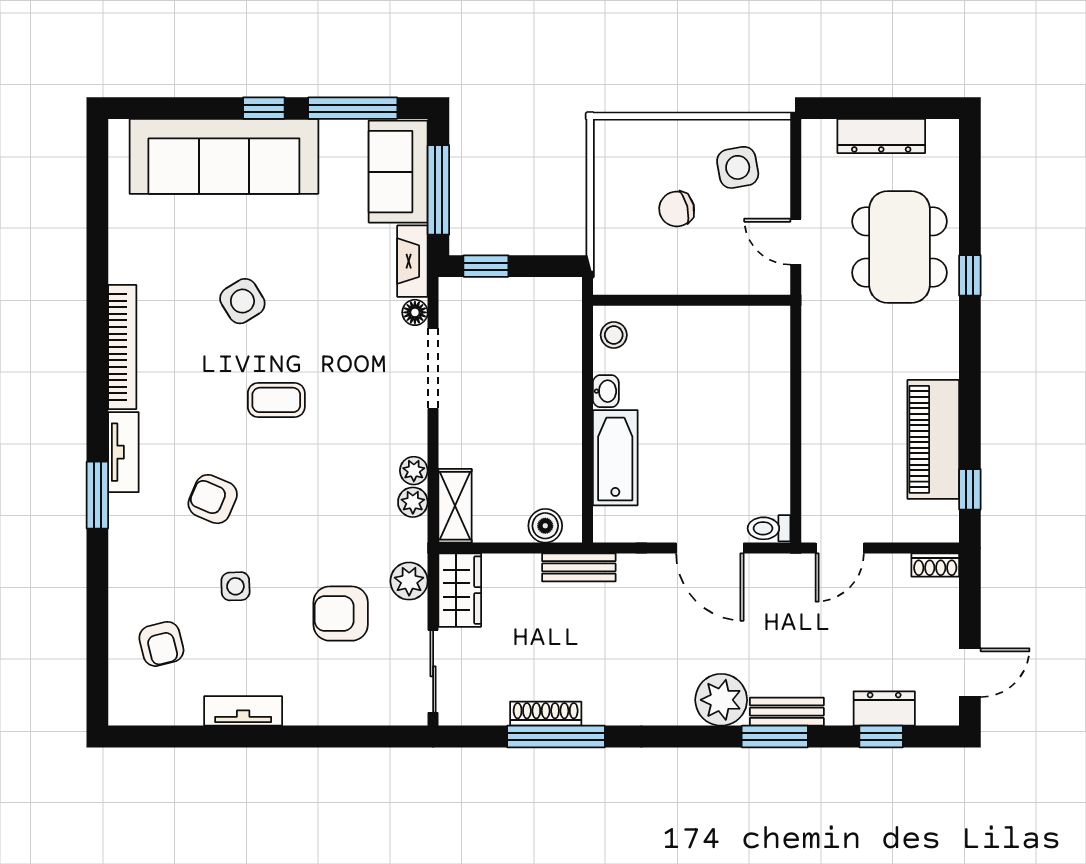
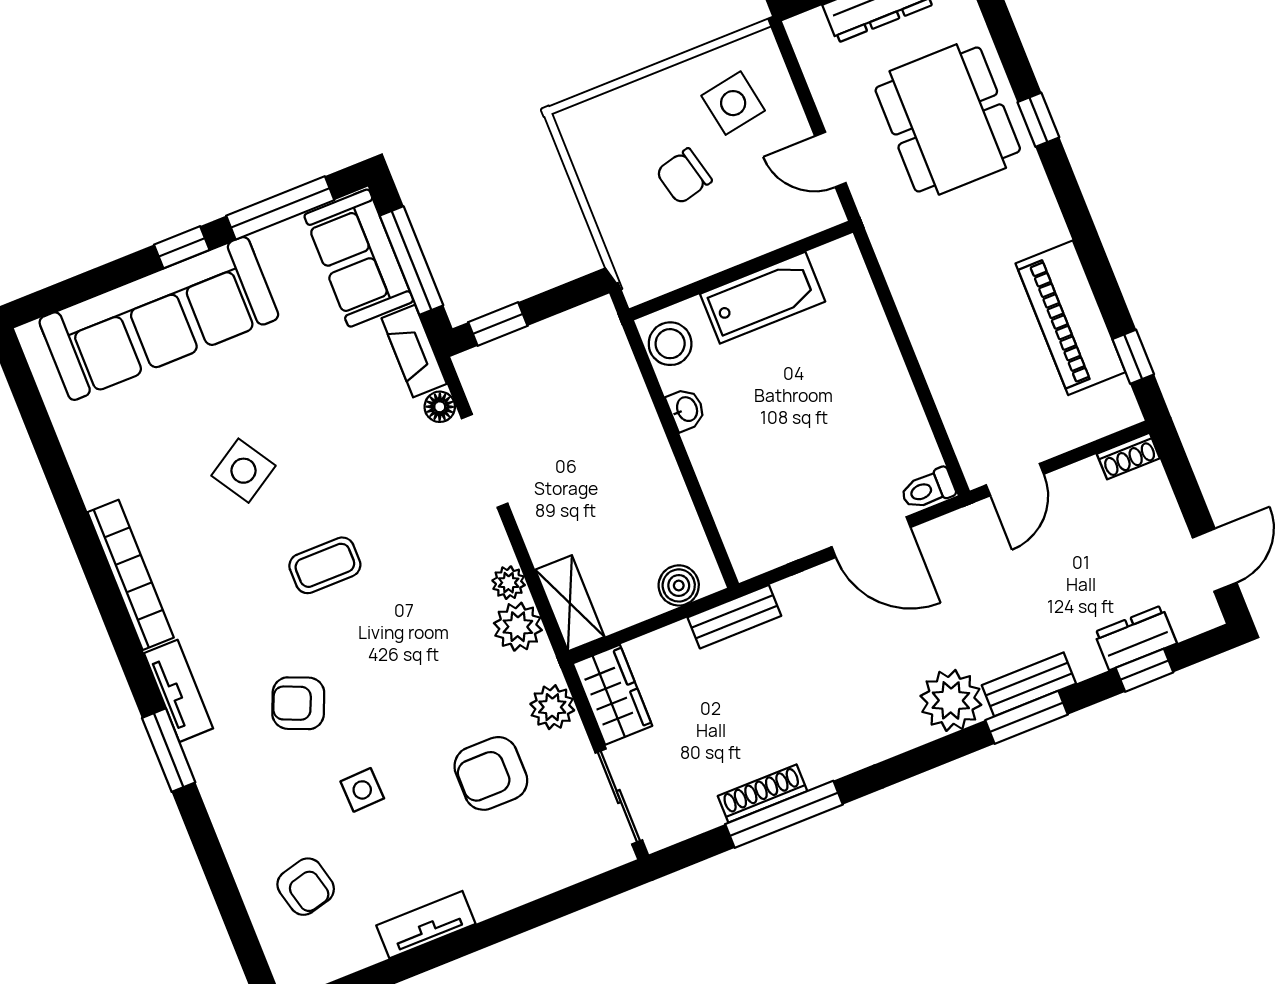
stool: (614, 335) -> (670, 344), width x1.37, depth x1.37
bathtub: (615, 458) -> (763, 298), moved, turned 90
plant: (413, 502) -> (518, 627), width x1.38, depth x1.38

